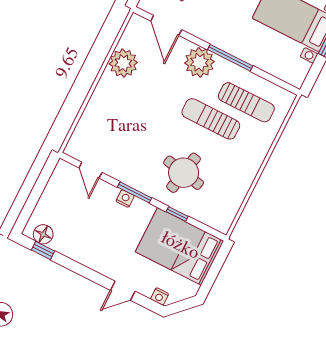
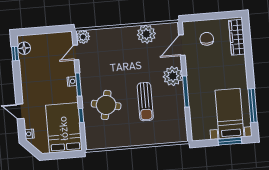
sun lounger: (246, 102) -> (167, 116), removed
sun lounger: (211, 119) -> (145, 102), turned 180
plant: (76, 148) -> (83, 37), added

